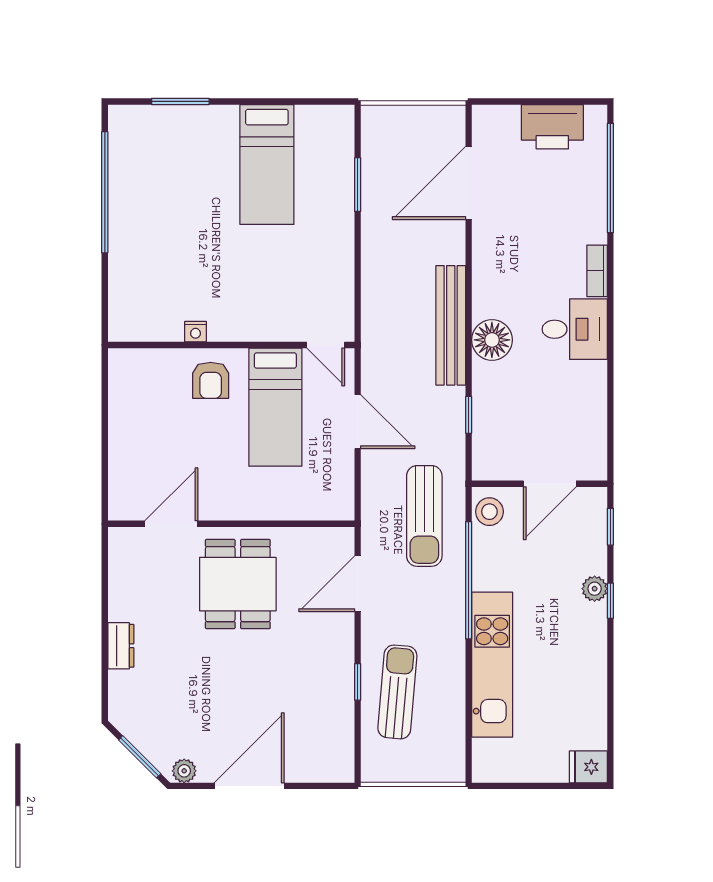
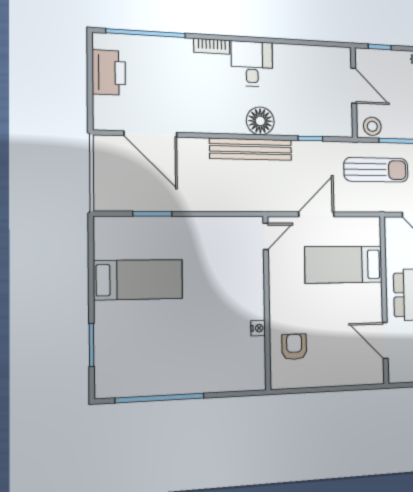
armchair: (211, 380) -> (294, 347), moved, turned -90
bed: (275, 407) -> (344, 265), moved, turned 180

